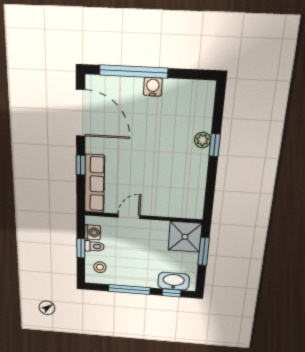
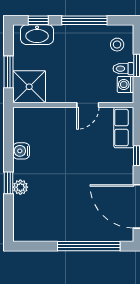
water cooler: (153, 87) -> (21, 151), moved, turned 90
row of seats: (95, 184) -> (124, 128), width x0.68

